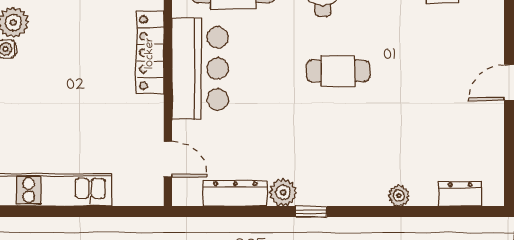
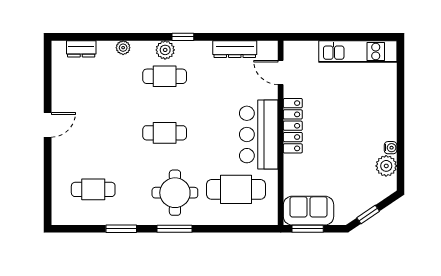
locker: (150, 53) -> (293, 126), moved
cafe table: (338, 154) -> (165, 76), added
plant: (283, 192) -> (165, 50), moved

